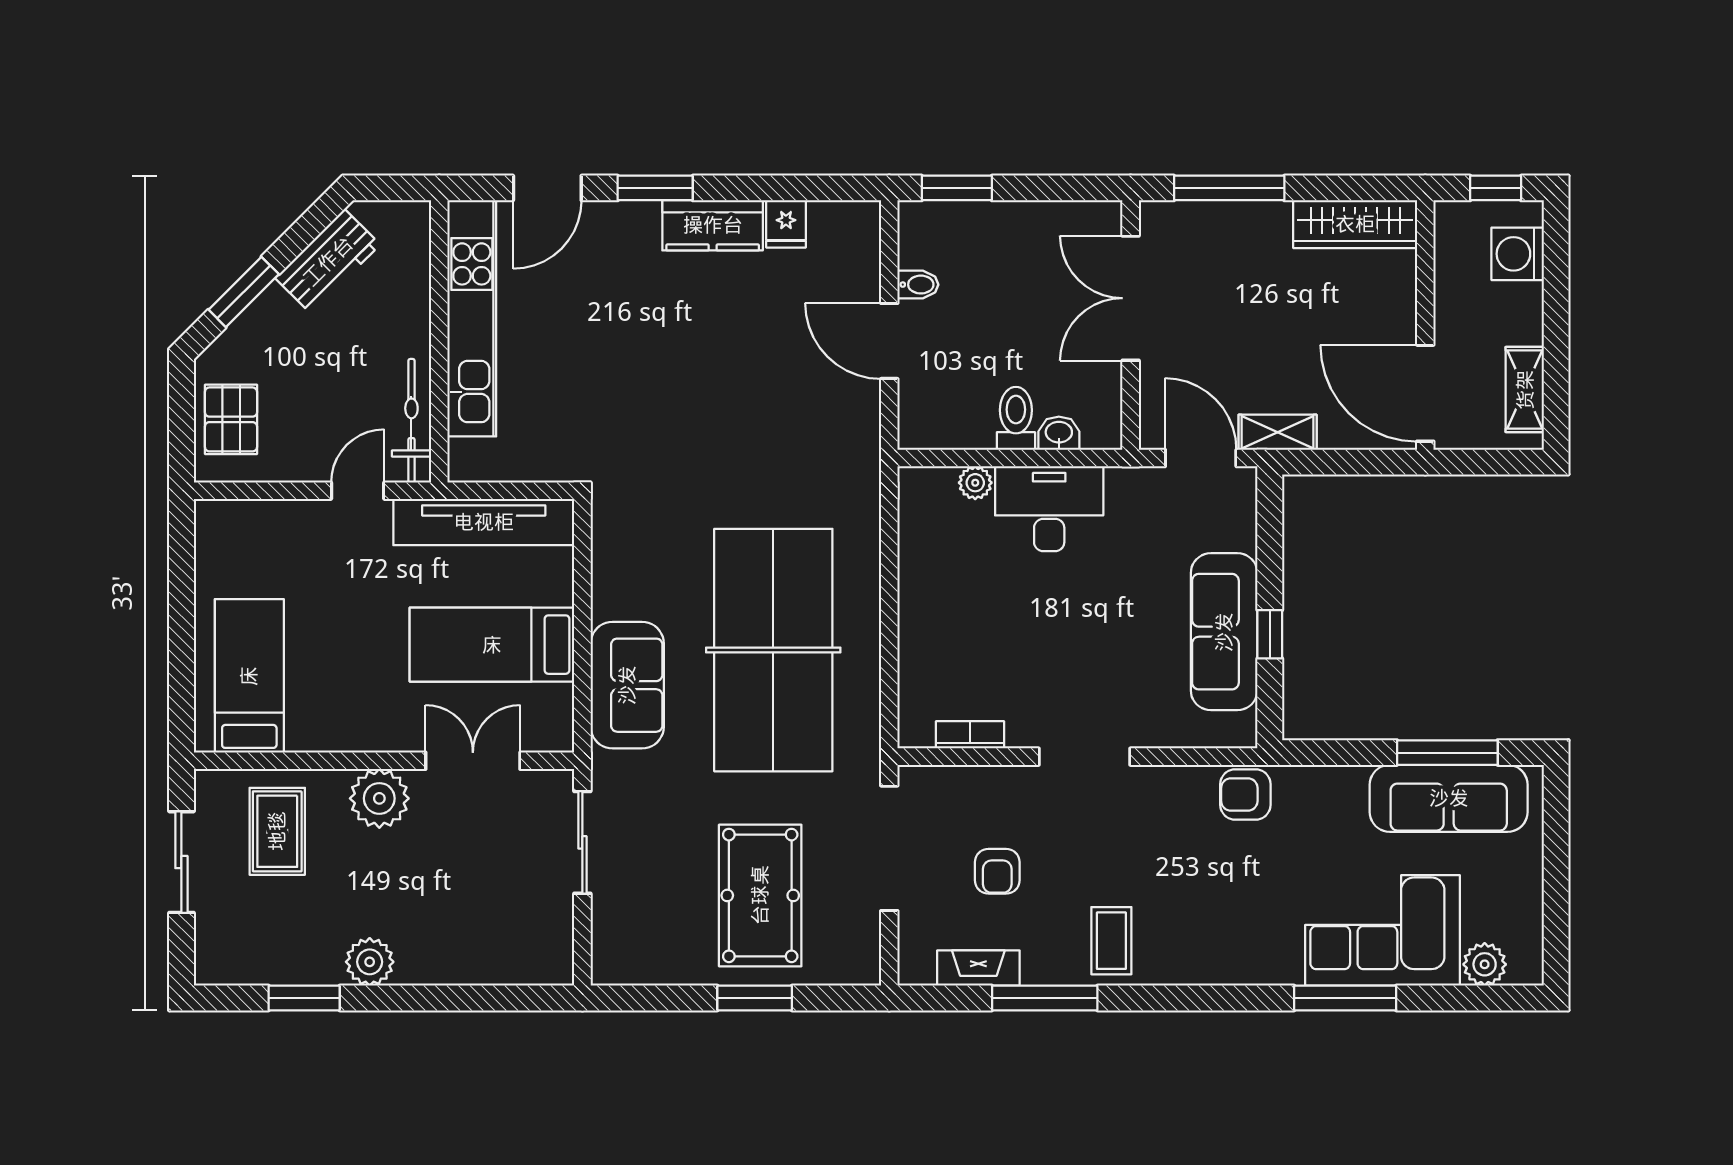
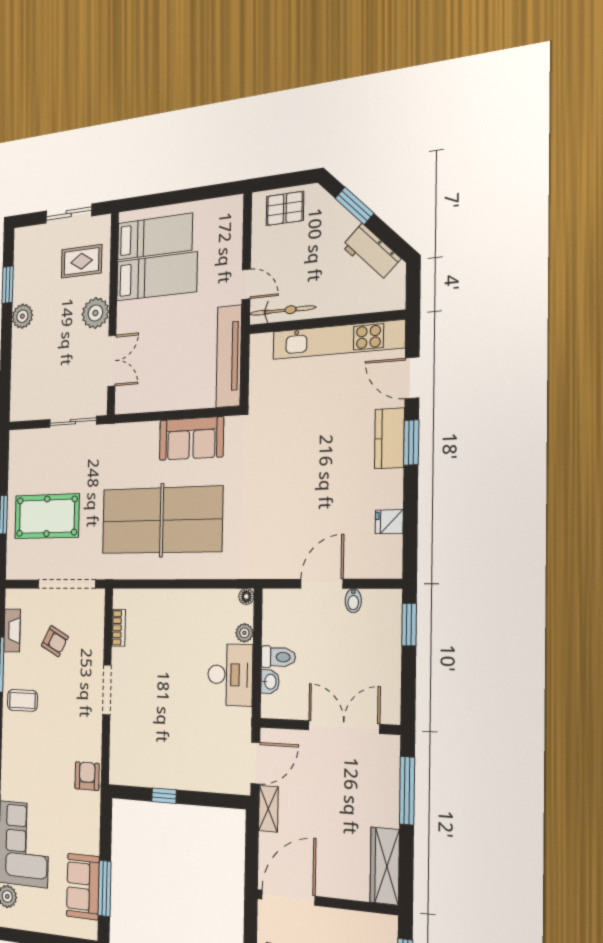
kitchen counter: (713, 225) -> (389, 438), moved
floor lamp: (912, 480) -> (246, 596), added
sofa: (1224, 632) -> (166, 770), removed
bed: (492, 645) -> (157, 277), moved, turned 90
sofa: (627, 685) -> (191, 438), moved
sofa: (1449, 798) -> (83, 887), width x0.73
armchair: (997, 871) -> (55, 641), turned -152

